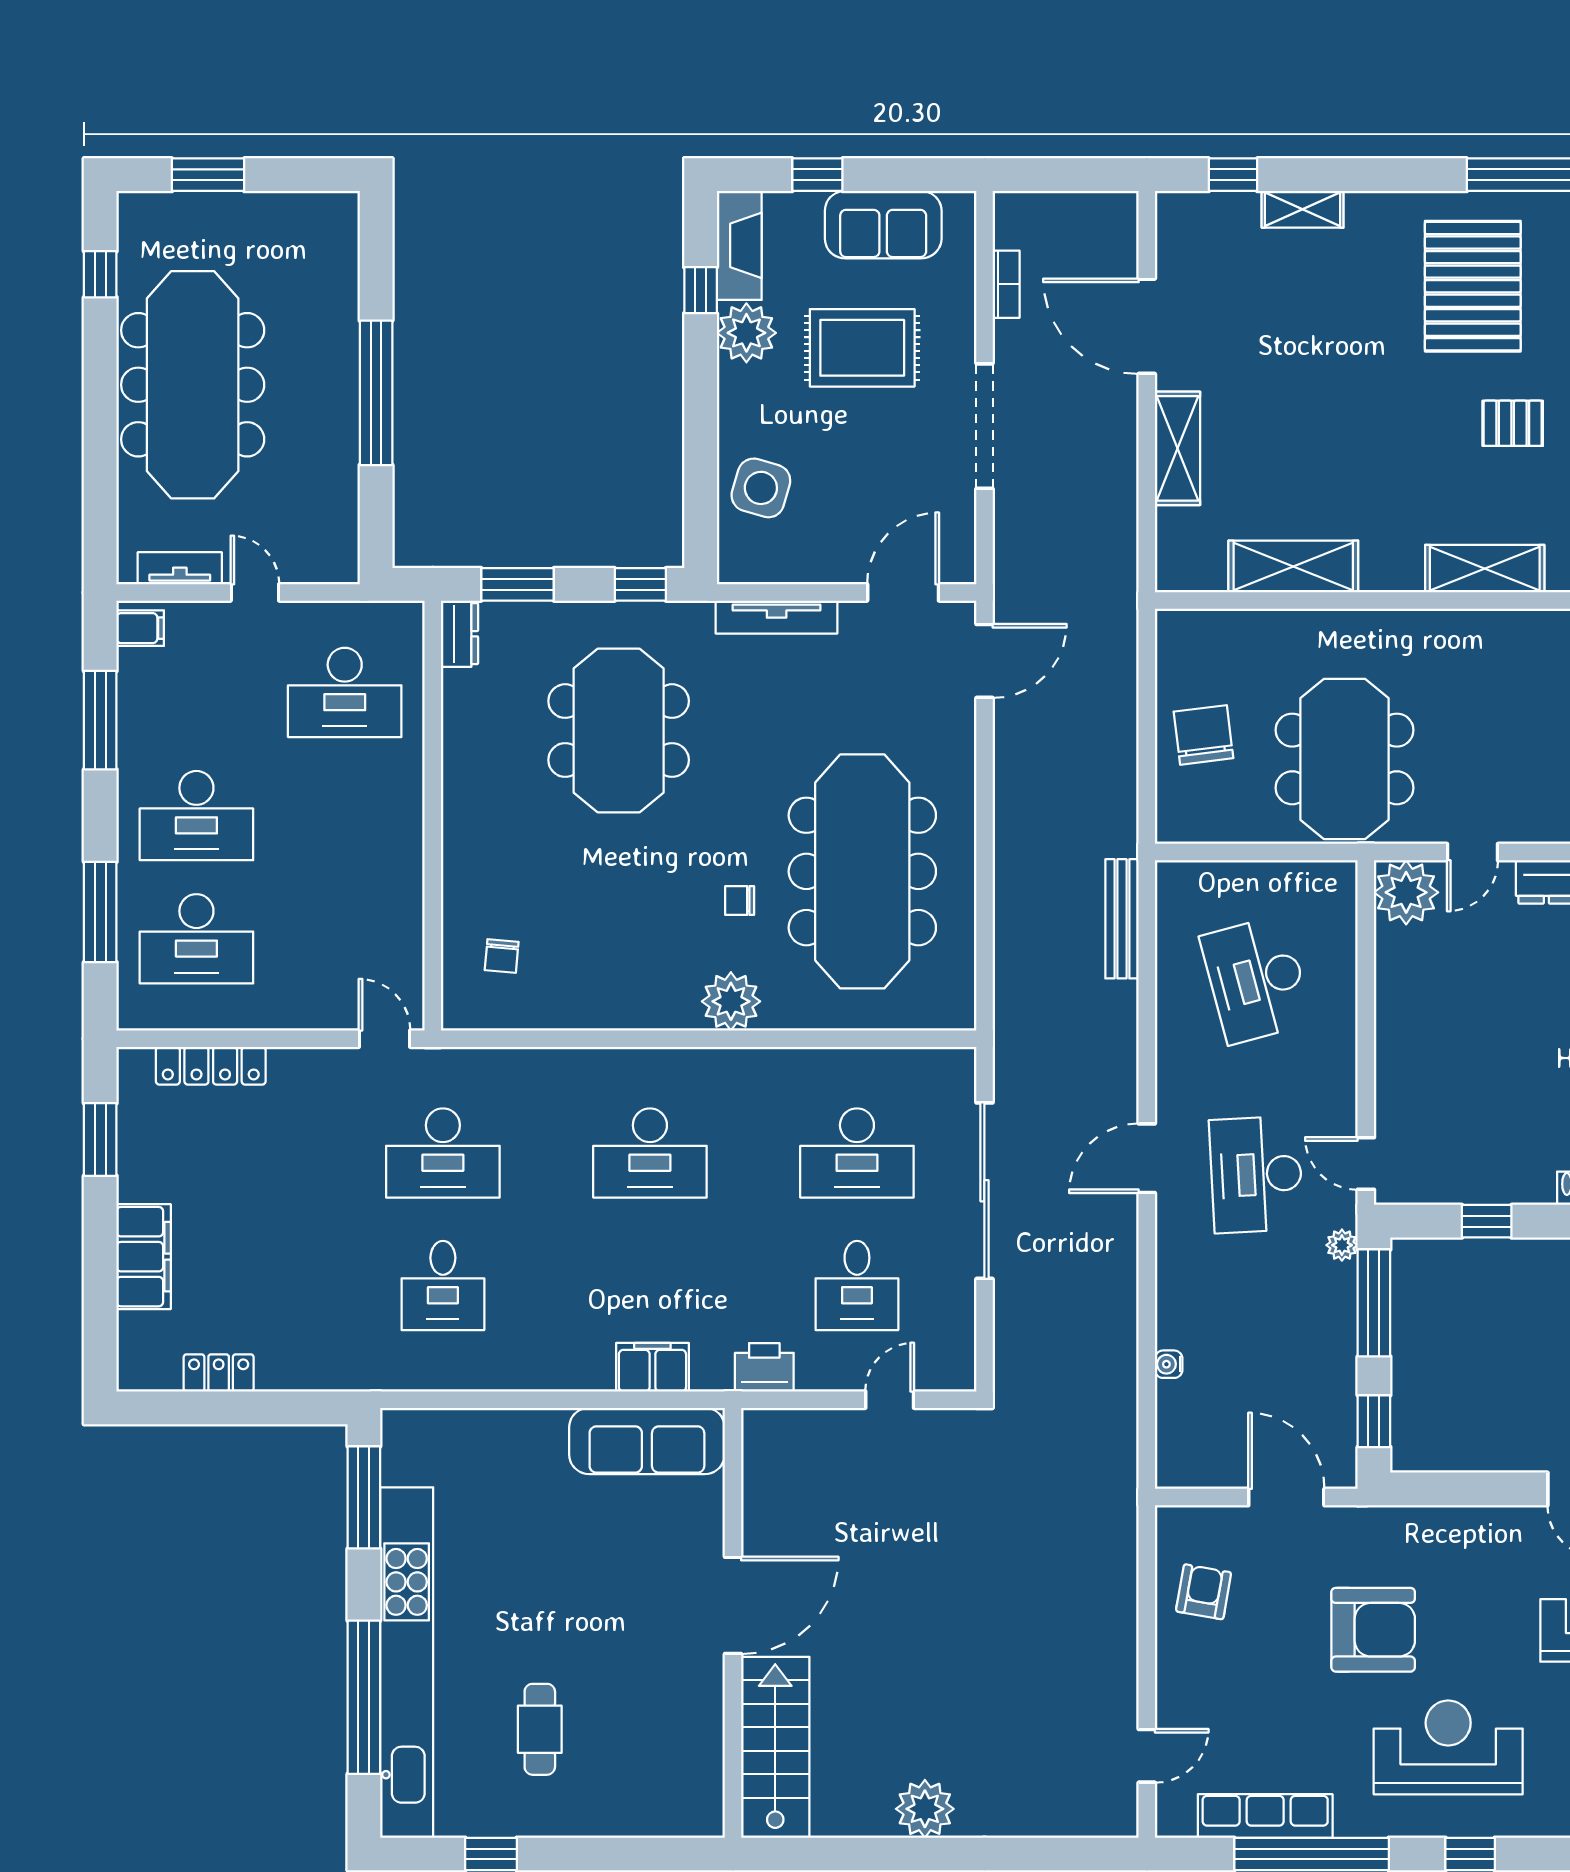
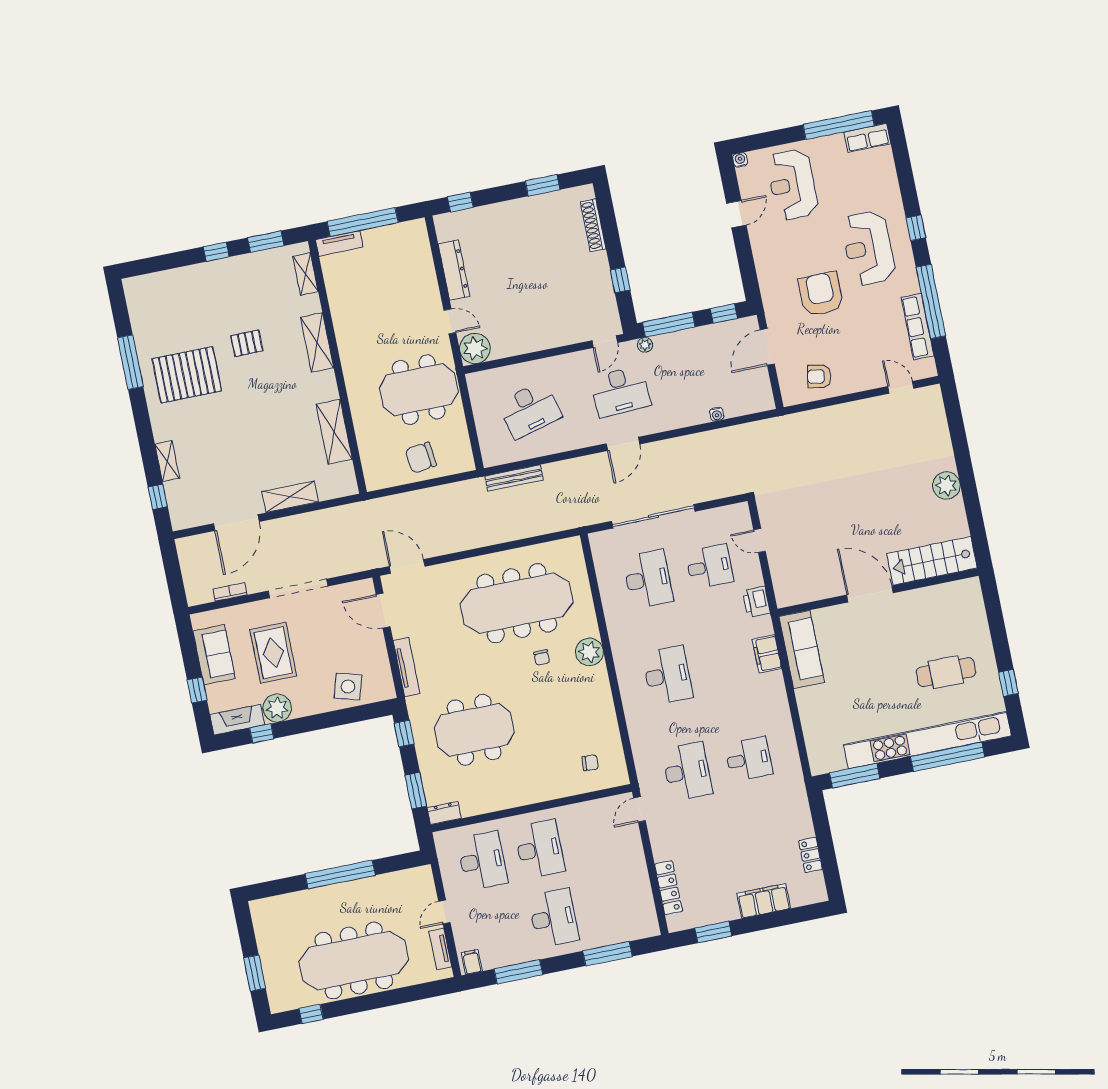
pallet: (1513, 423) -> (247, 343), turned 90
desk: (196, 939) -> (540, 849), moved
door: (1147, 1158) -> (623, 444), hinge flipped
cafe table: (540, 1729) -> (946, 672), width x1.37, depth x1.35

